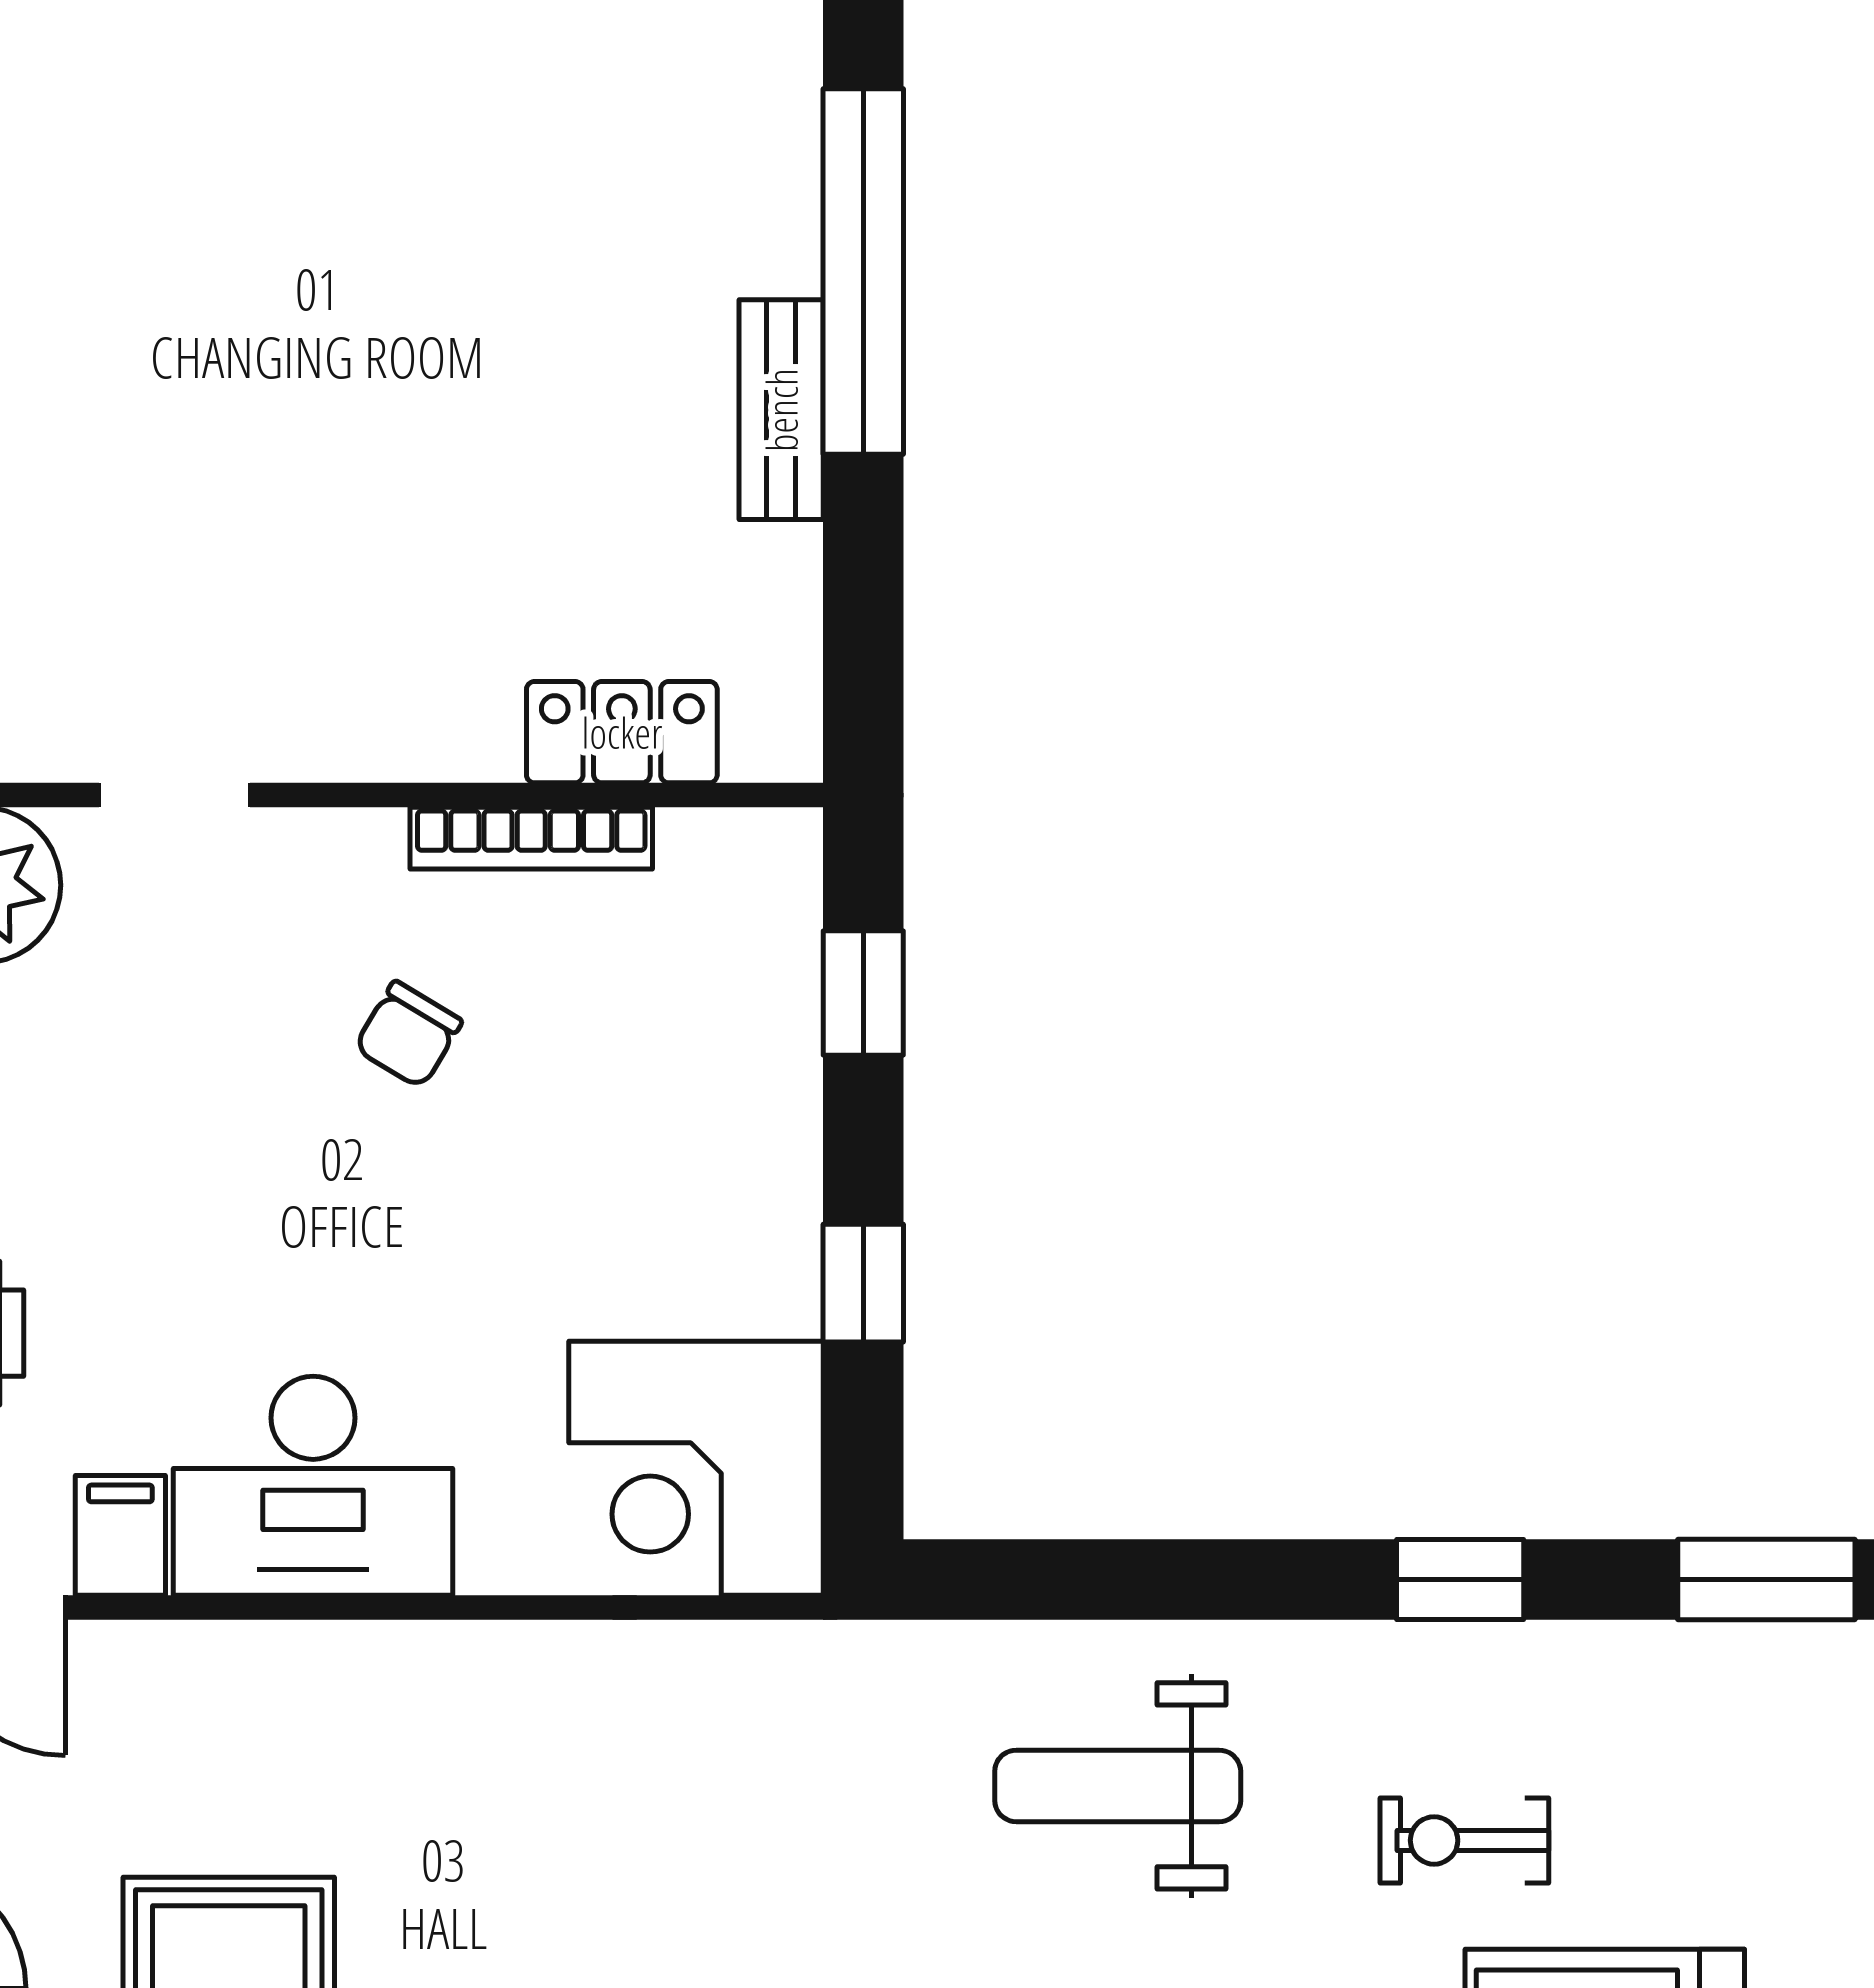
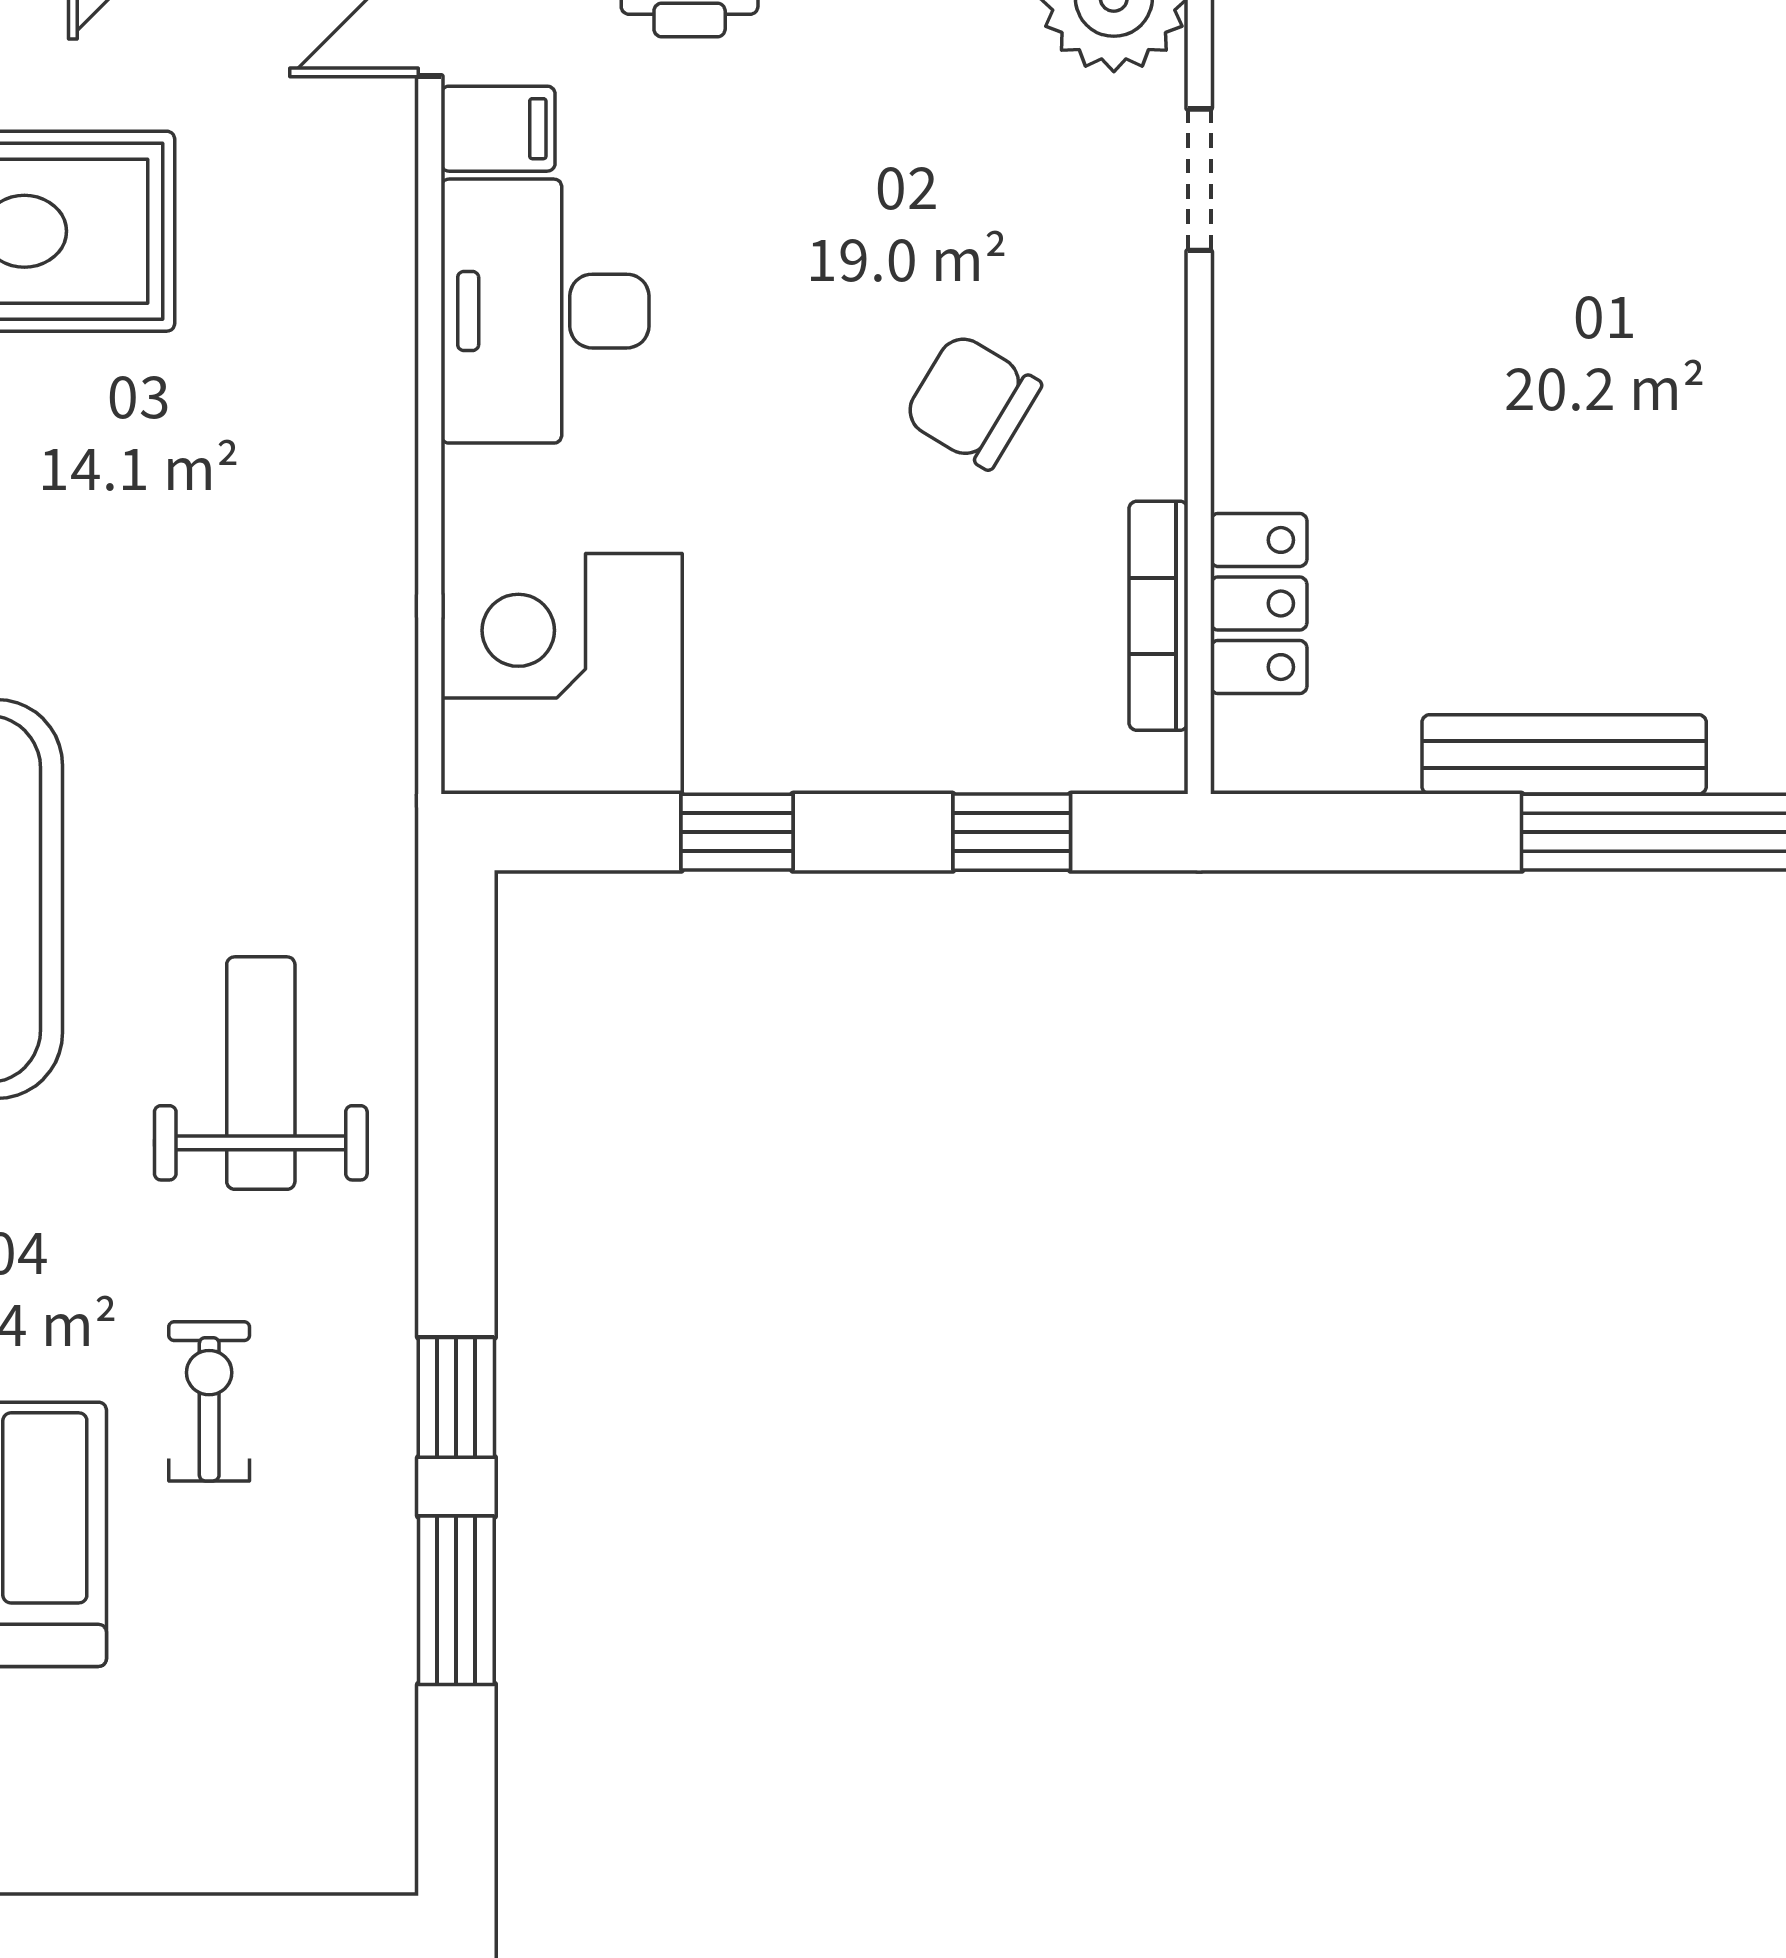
bench: (781, 410) -> (1564, 754), width x1.36
bookcase: (531, 838) -> (1158, 616), moved
chair: (408, 1035) -> (972, 401), width x1.37, depth x1.37
window: (1766, 1579) -> (456, 1600), moved

